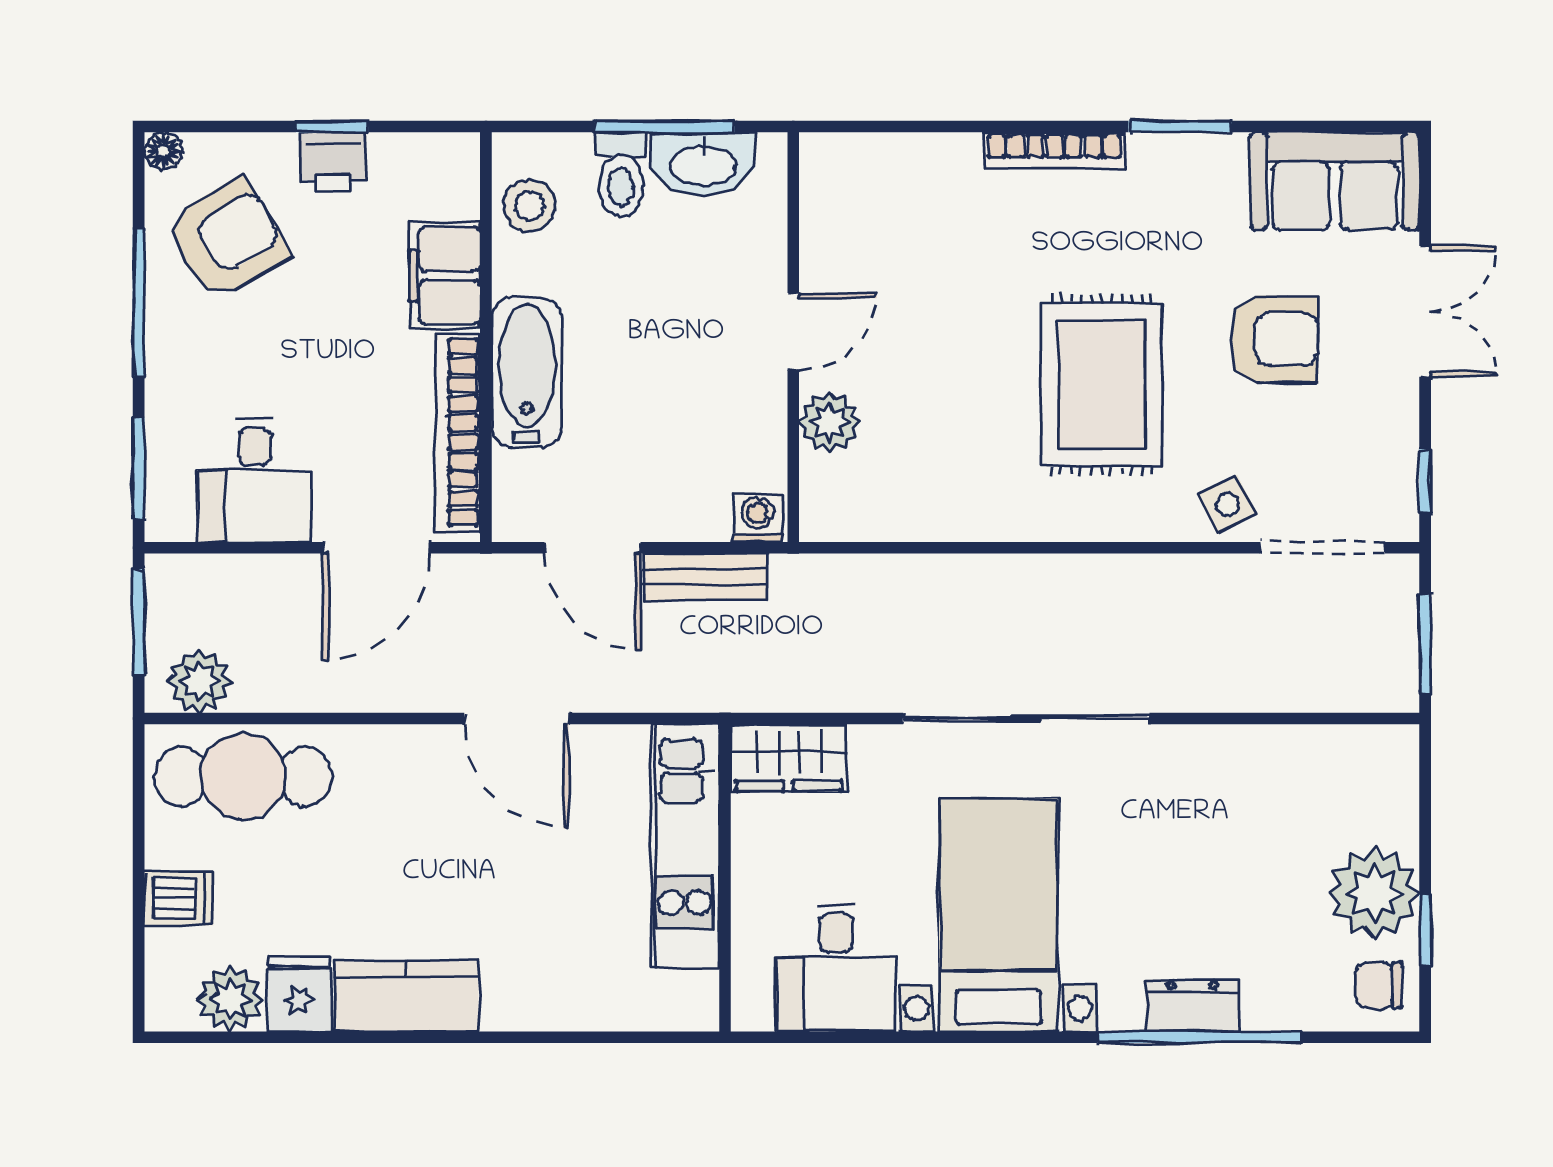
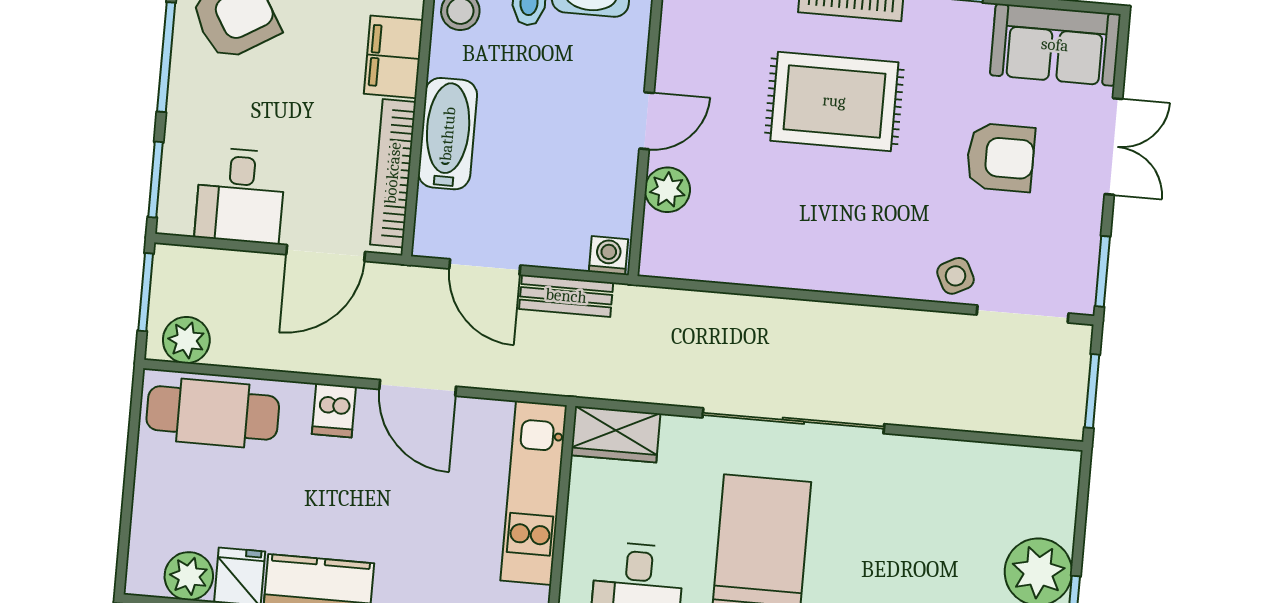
rug: (1102, 385) -> (834, 101), moved, turned 90
window: (1425, 481) -> (1103, 271), width x1.50
dishwasher: (179, 899) -> (334, 410), moved, turned 90

